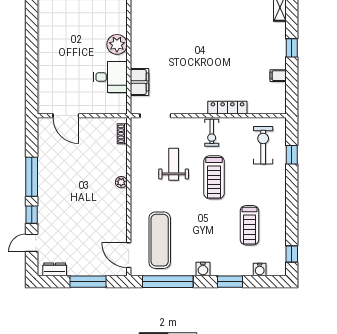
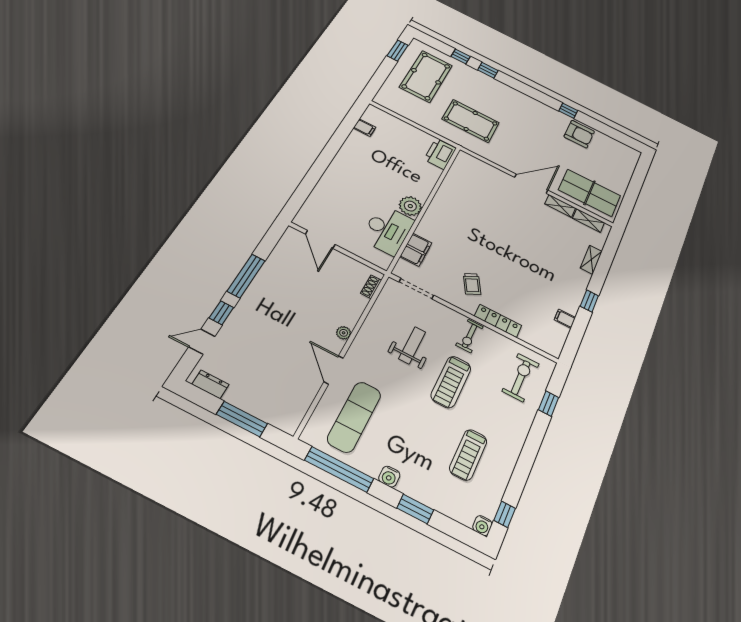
desk: (110, 77) -> (388, 230), width x1.37
trolley: (195, 87) -> (472, 284), added
door: (129, 255) -> (334, 370), moved
water cooler: (260, 270) -> (482, 526), moved

